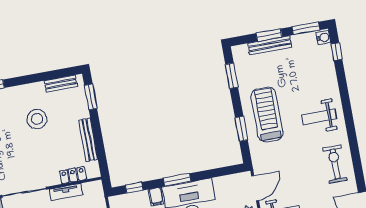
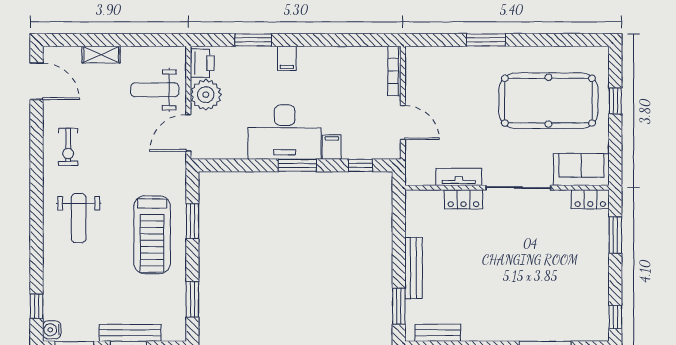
weight bench: (319, 117) -> (79, 218), turned 90
stool: (37, 119) -> (481, 289), removed
bench: (88, 140) -> (413, 268), moved
exercise bike: (335, 164) -> (68, 147), width x0.73, depth x0.72
locker: (73, 175) -> (463, 199), moved

